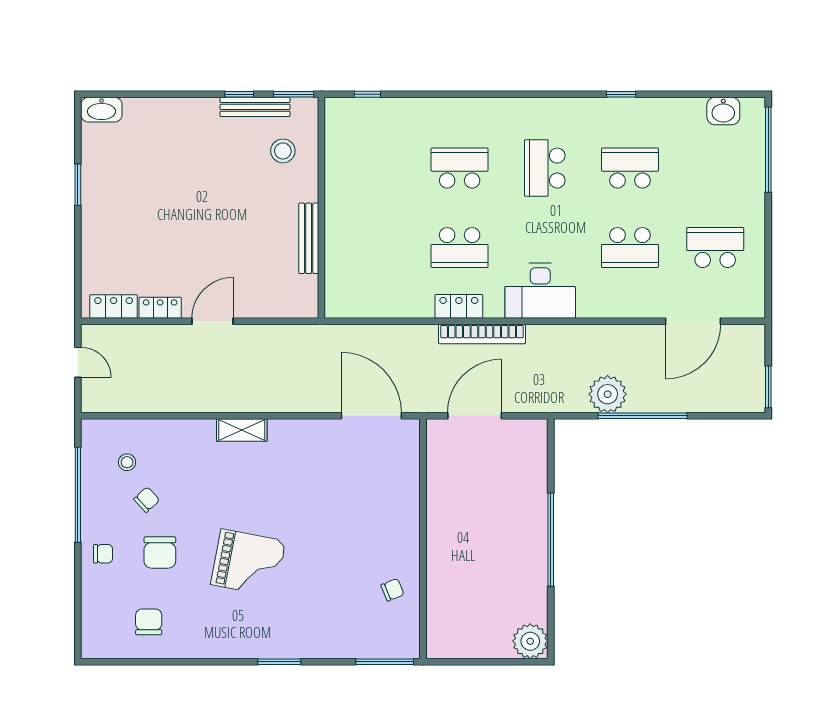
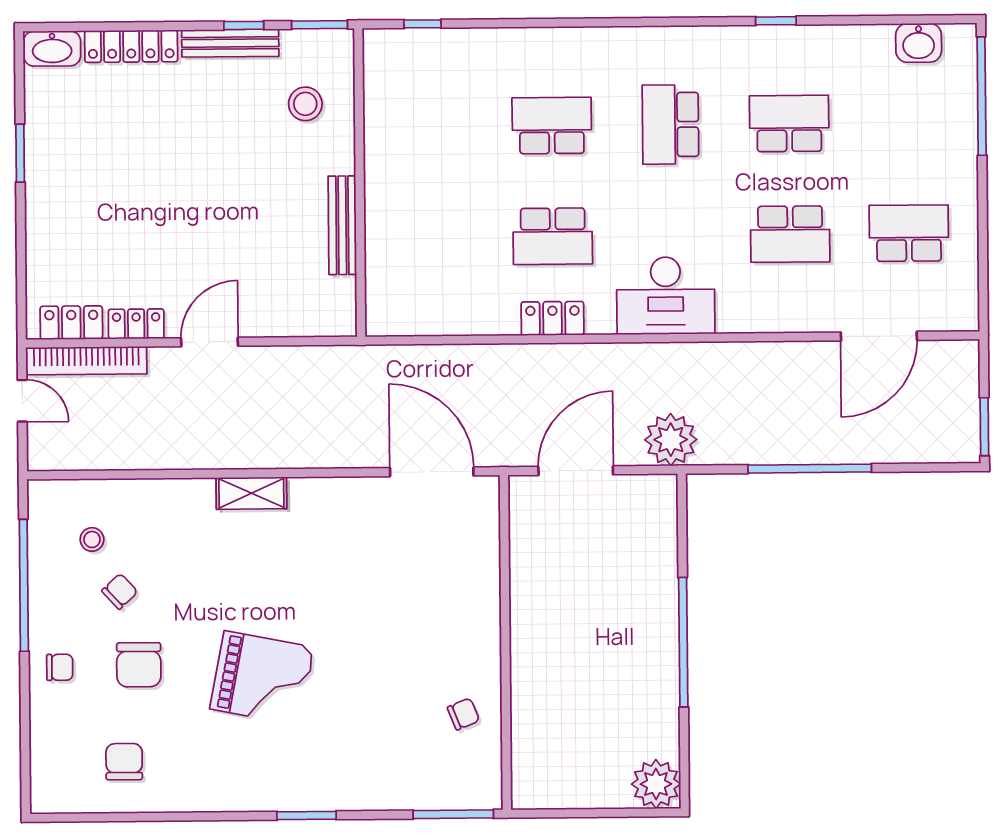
bench: (255, 107) -> (230, 43), moved
locker: (158, 109) -> (131, 46), added
bookcase: (482, 334) -> (86, 361), moved
plant: (608, 394) -> (671, 440), moved

